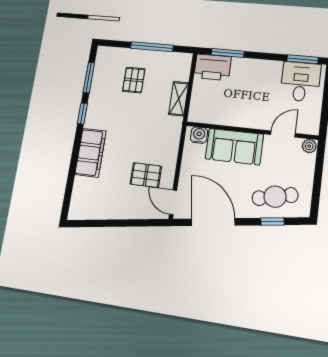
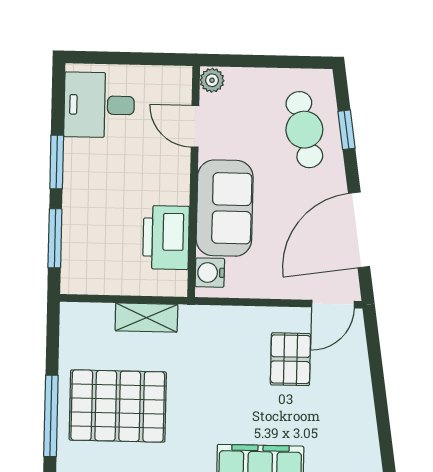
window: (152, 47) -> (51, 416), moved
window: (303, 59) -> (57, 162), moved
printer: (212, 67) -> (166, 237), moved, turned 180
pallet: (134, 80) -> (118, 406), width x2.05, depth x2.00

